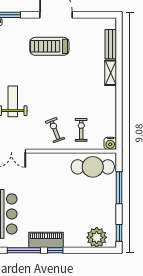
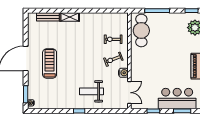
treadmill: (49, 46) -> (50, 64), turned 180
water cooler: (110, 143) -> (123, 73), moved

